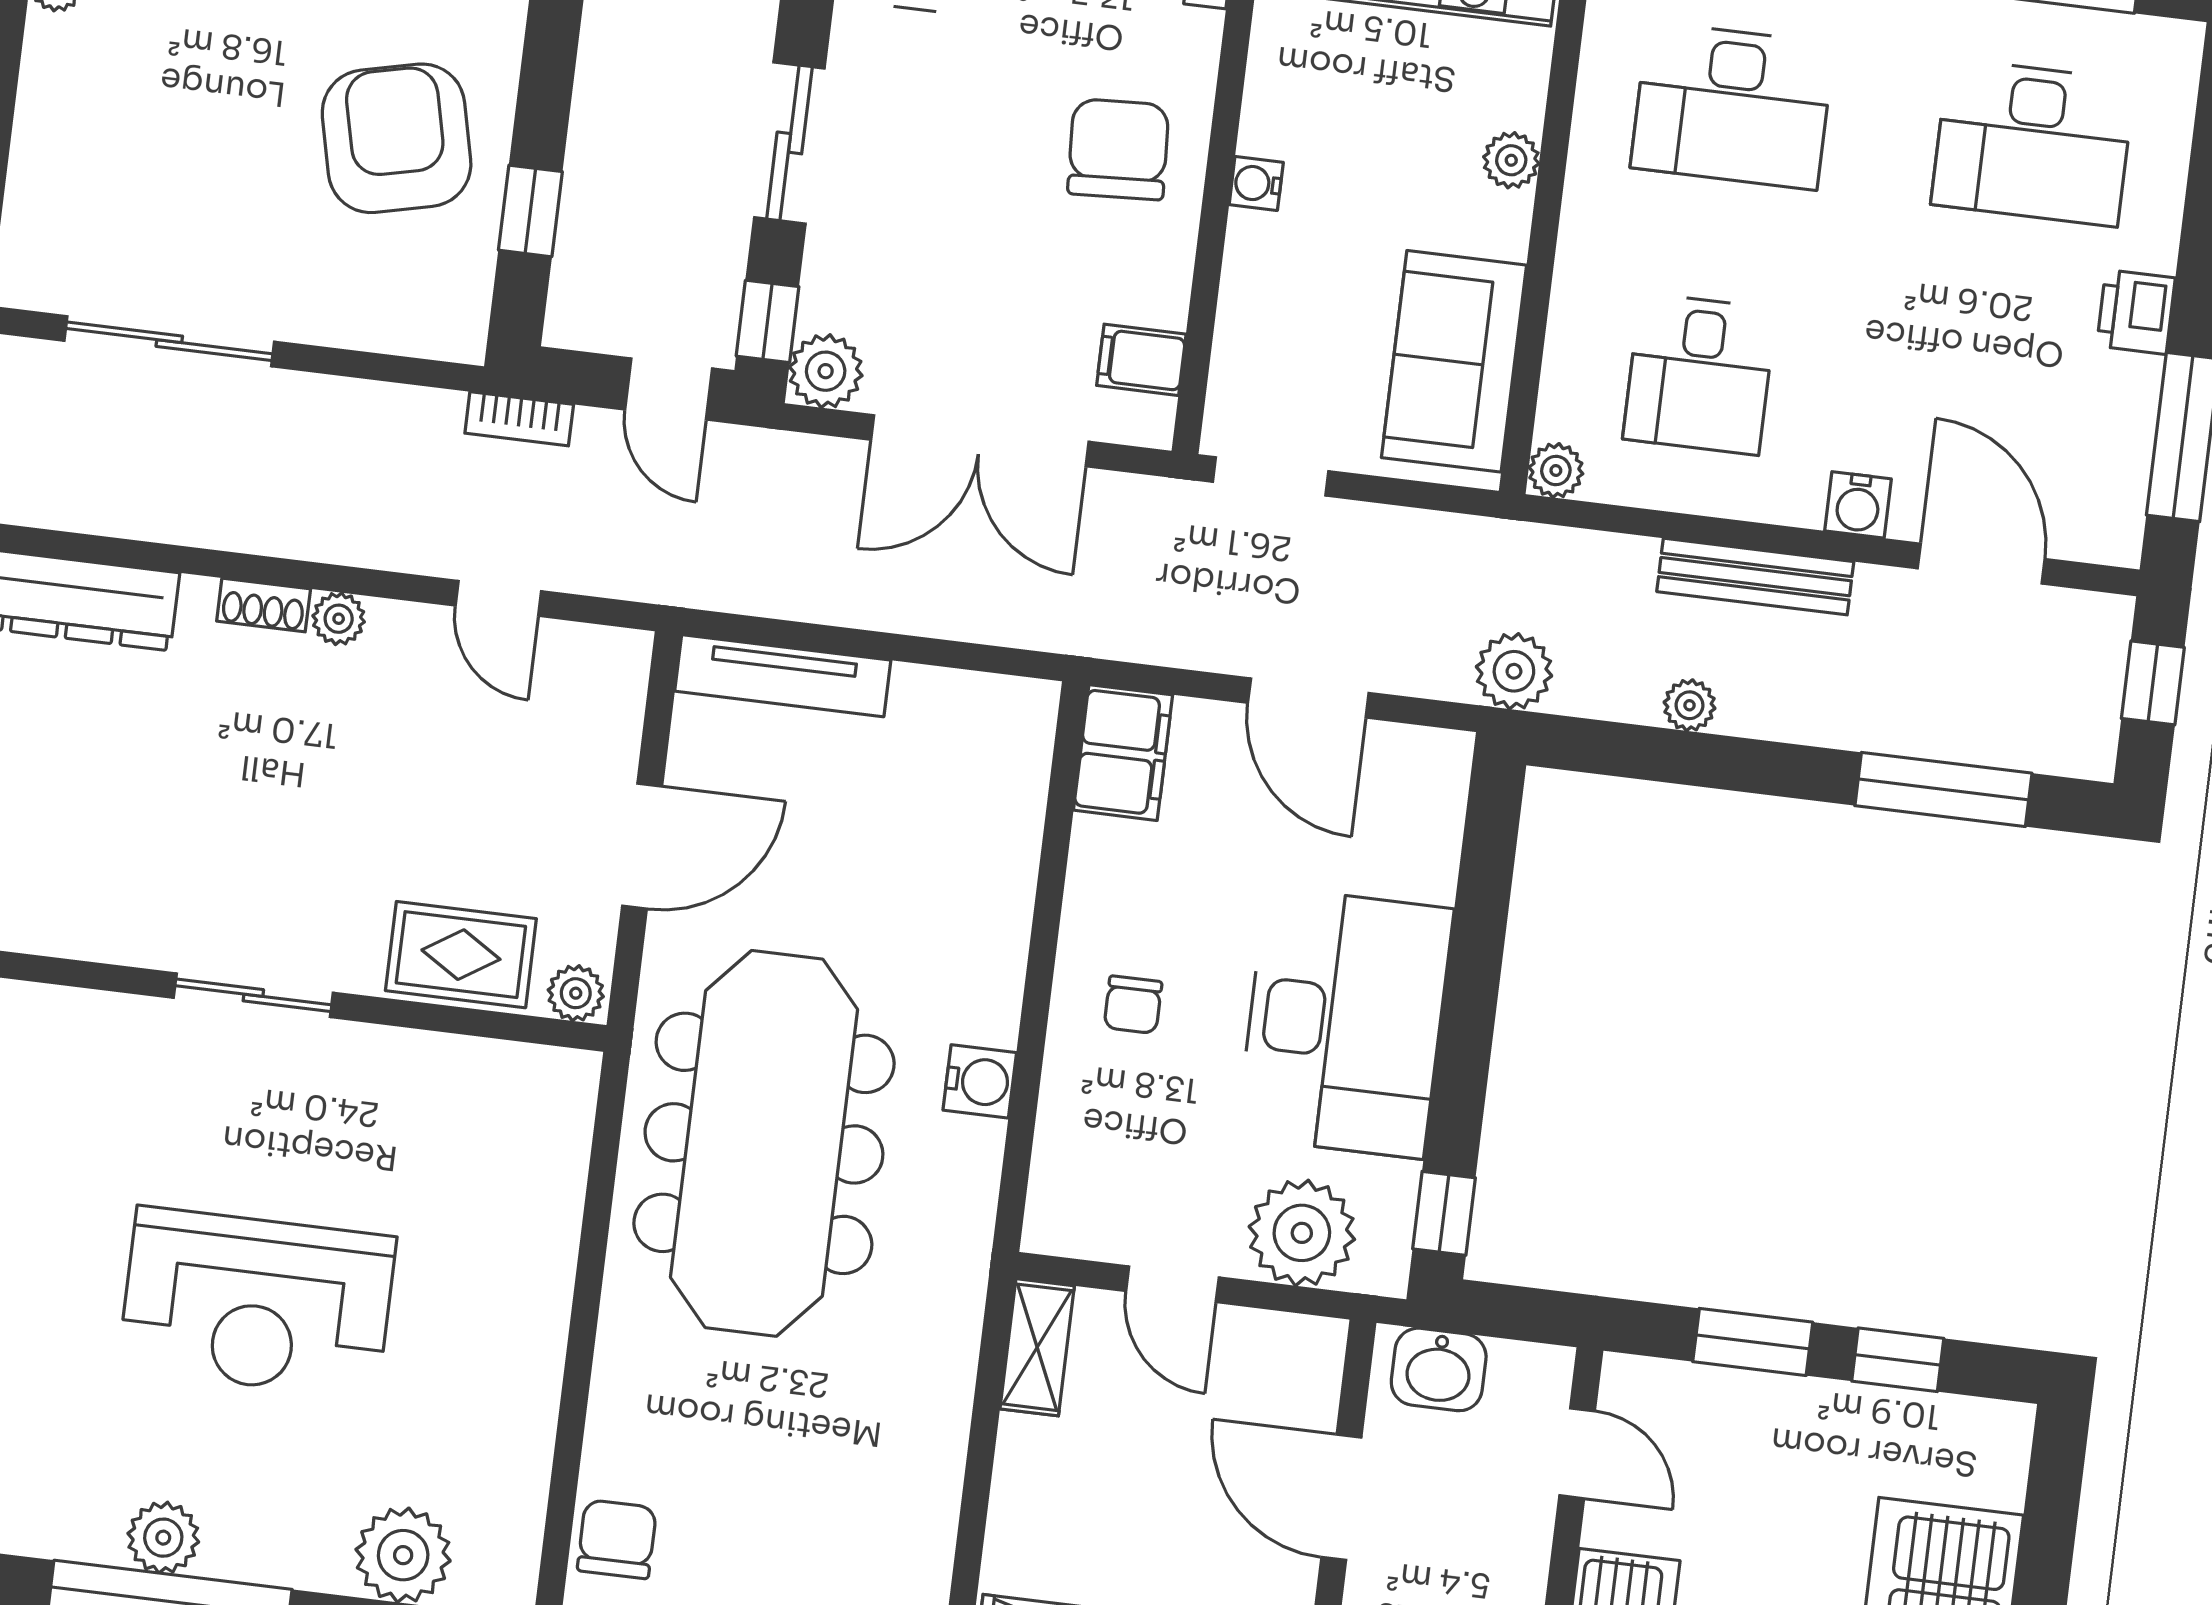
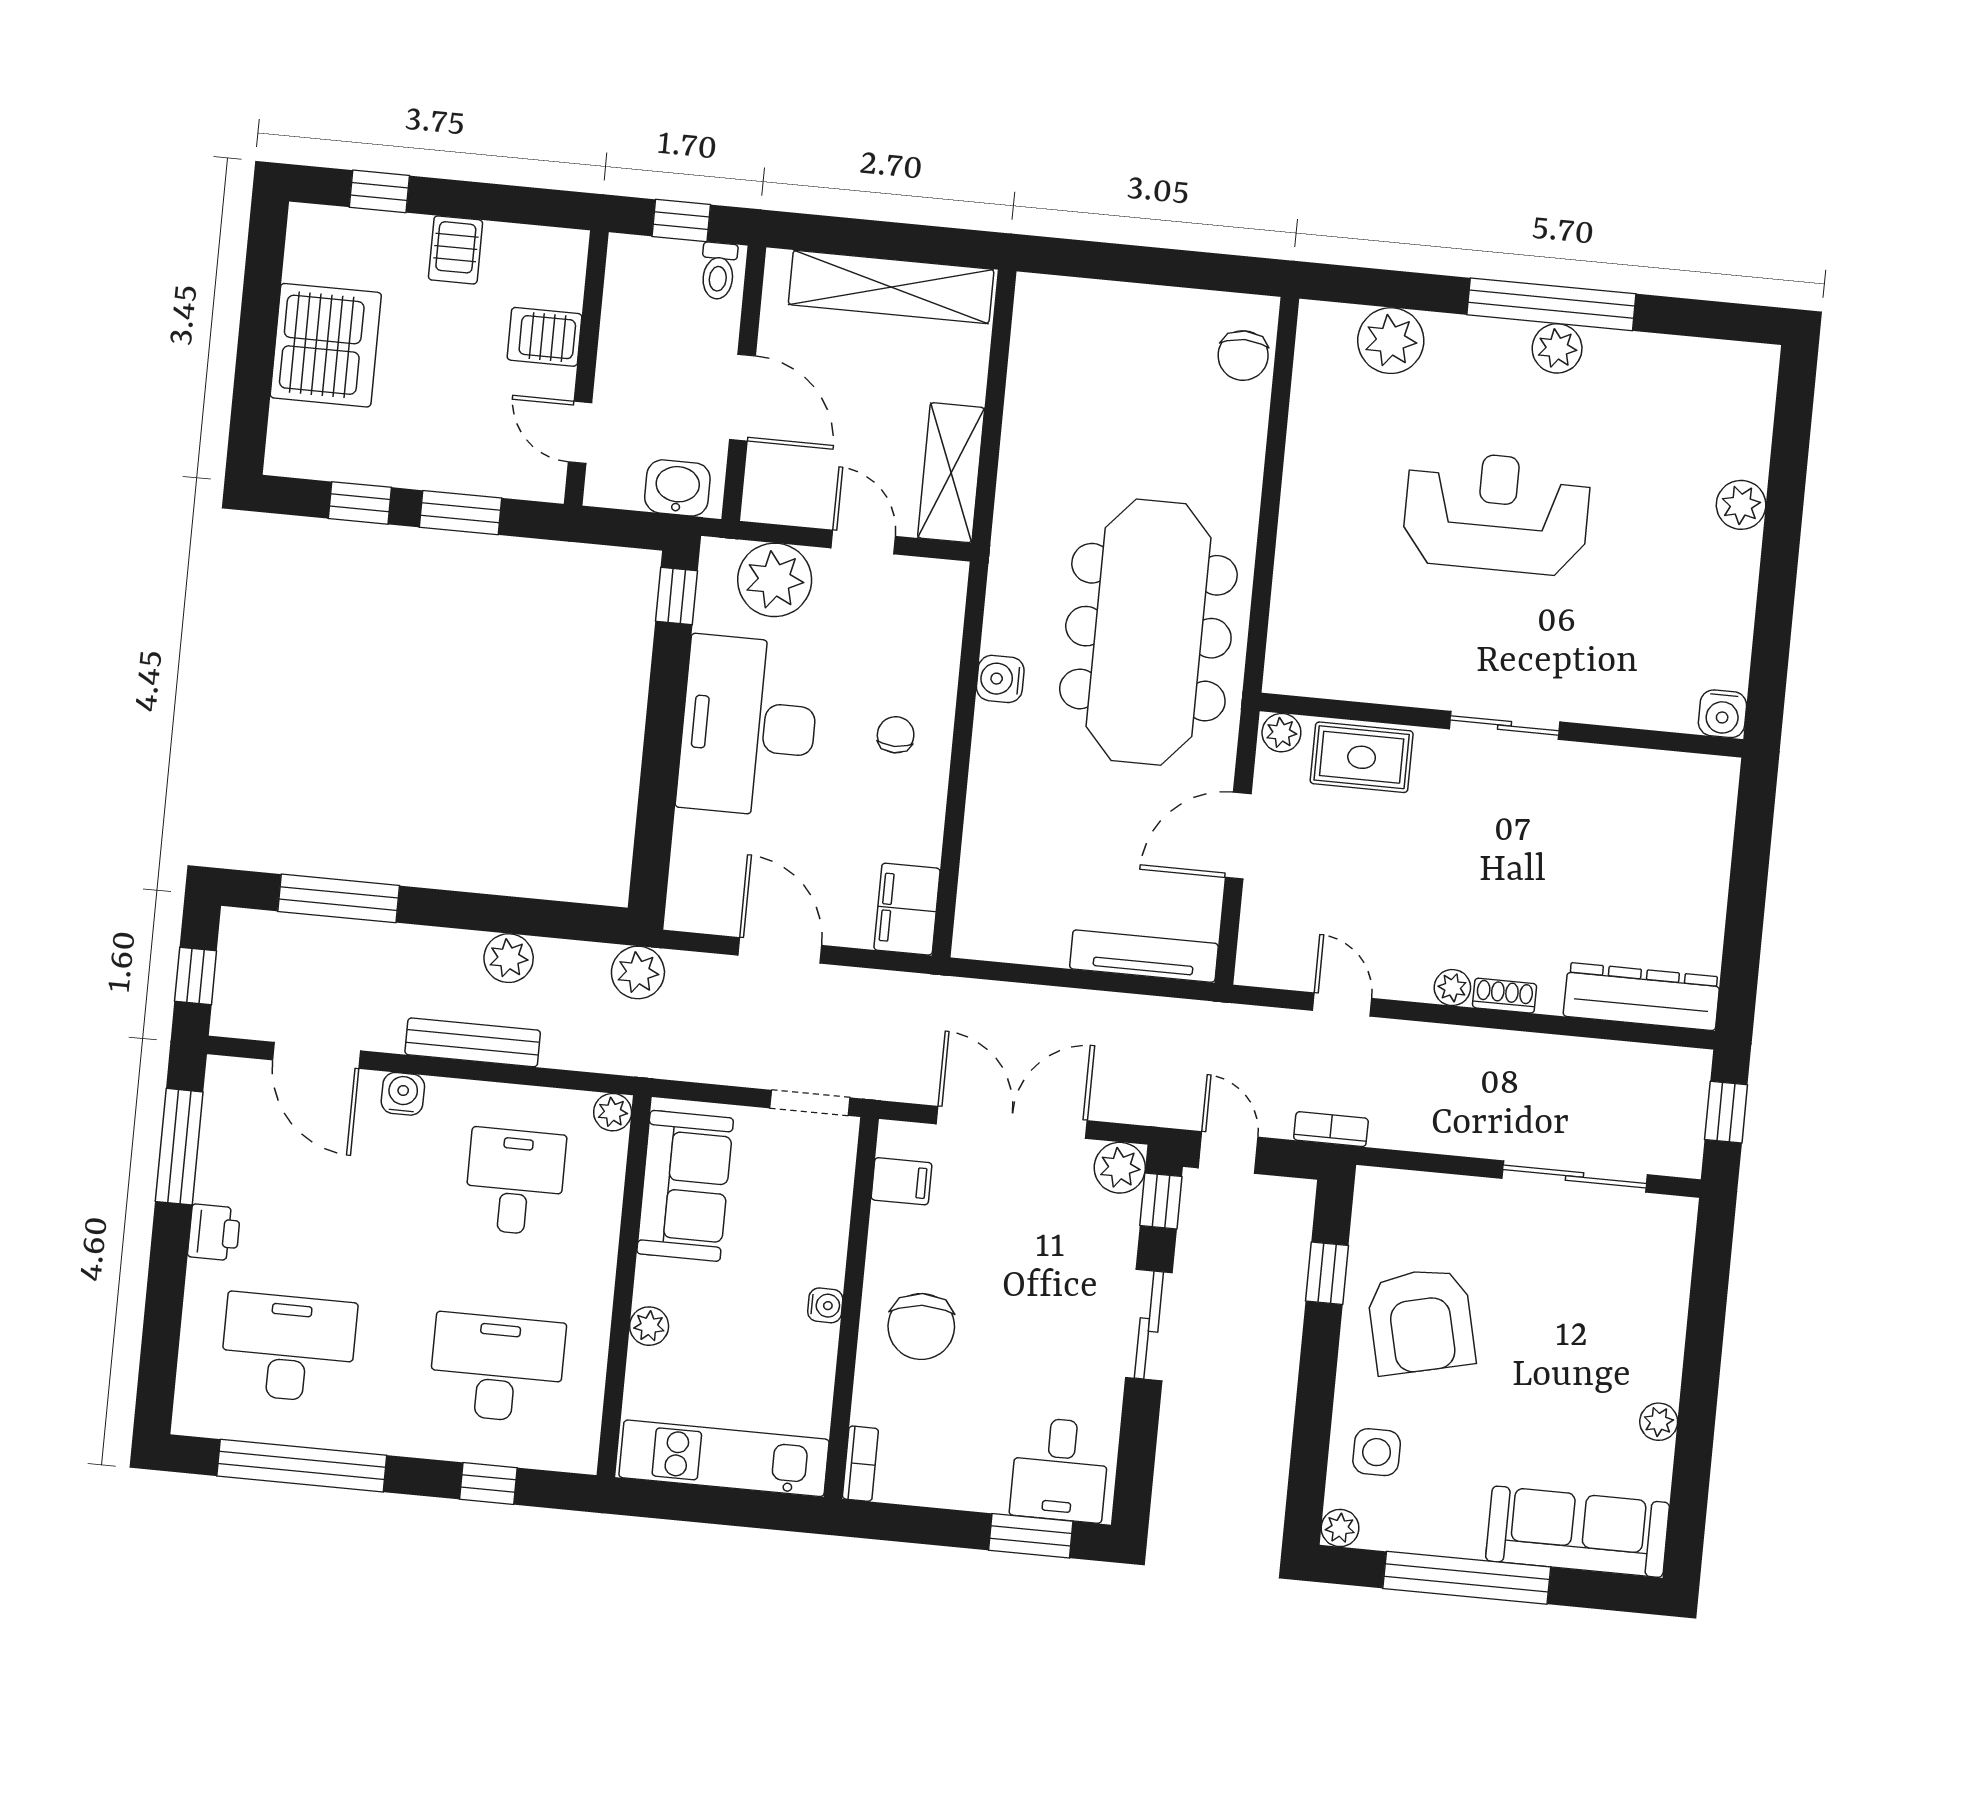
plant: (1689, 705) -> (509, 958), width x1.38, depth x1.38
shelving: (1037, 1347) -> (951, 473), width x1.50, depth x1.33

